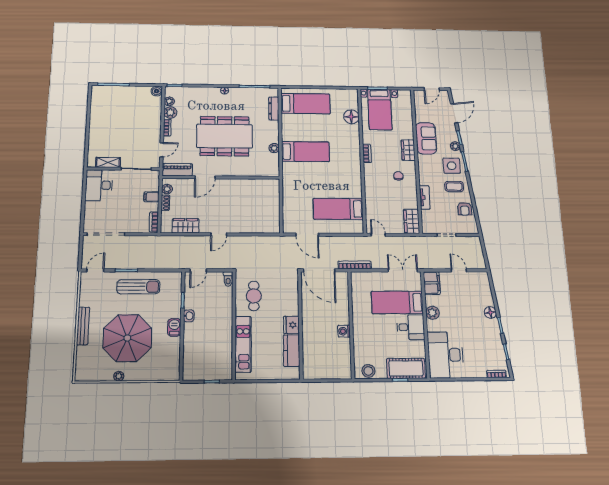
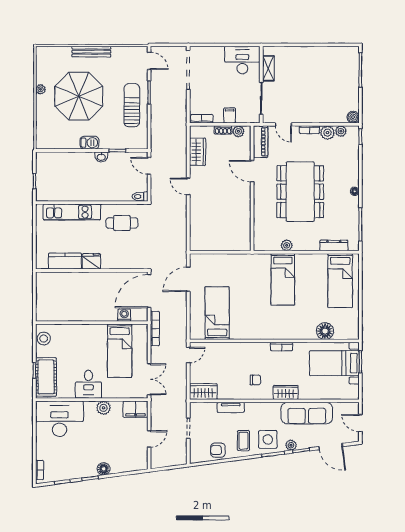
sofa: (426, 138) -> (307, 413), width x1.36
sun lounger: (138, 287) -> (132, 105), turned 180
bed: (397, 302) -> (120, 351), moved, turned 180
washing machine: (344, 331) -> (124, 315), moved

